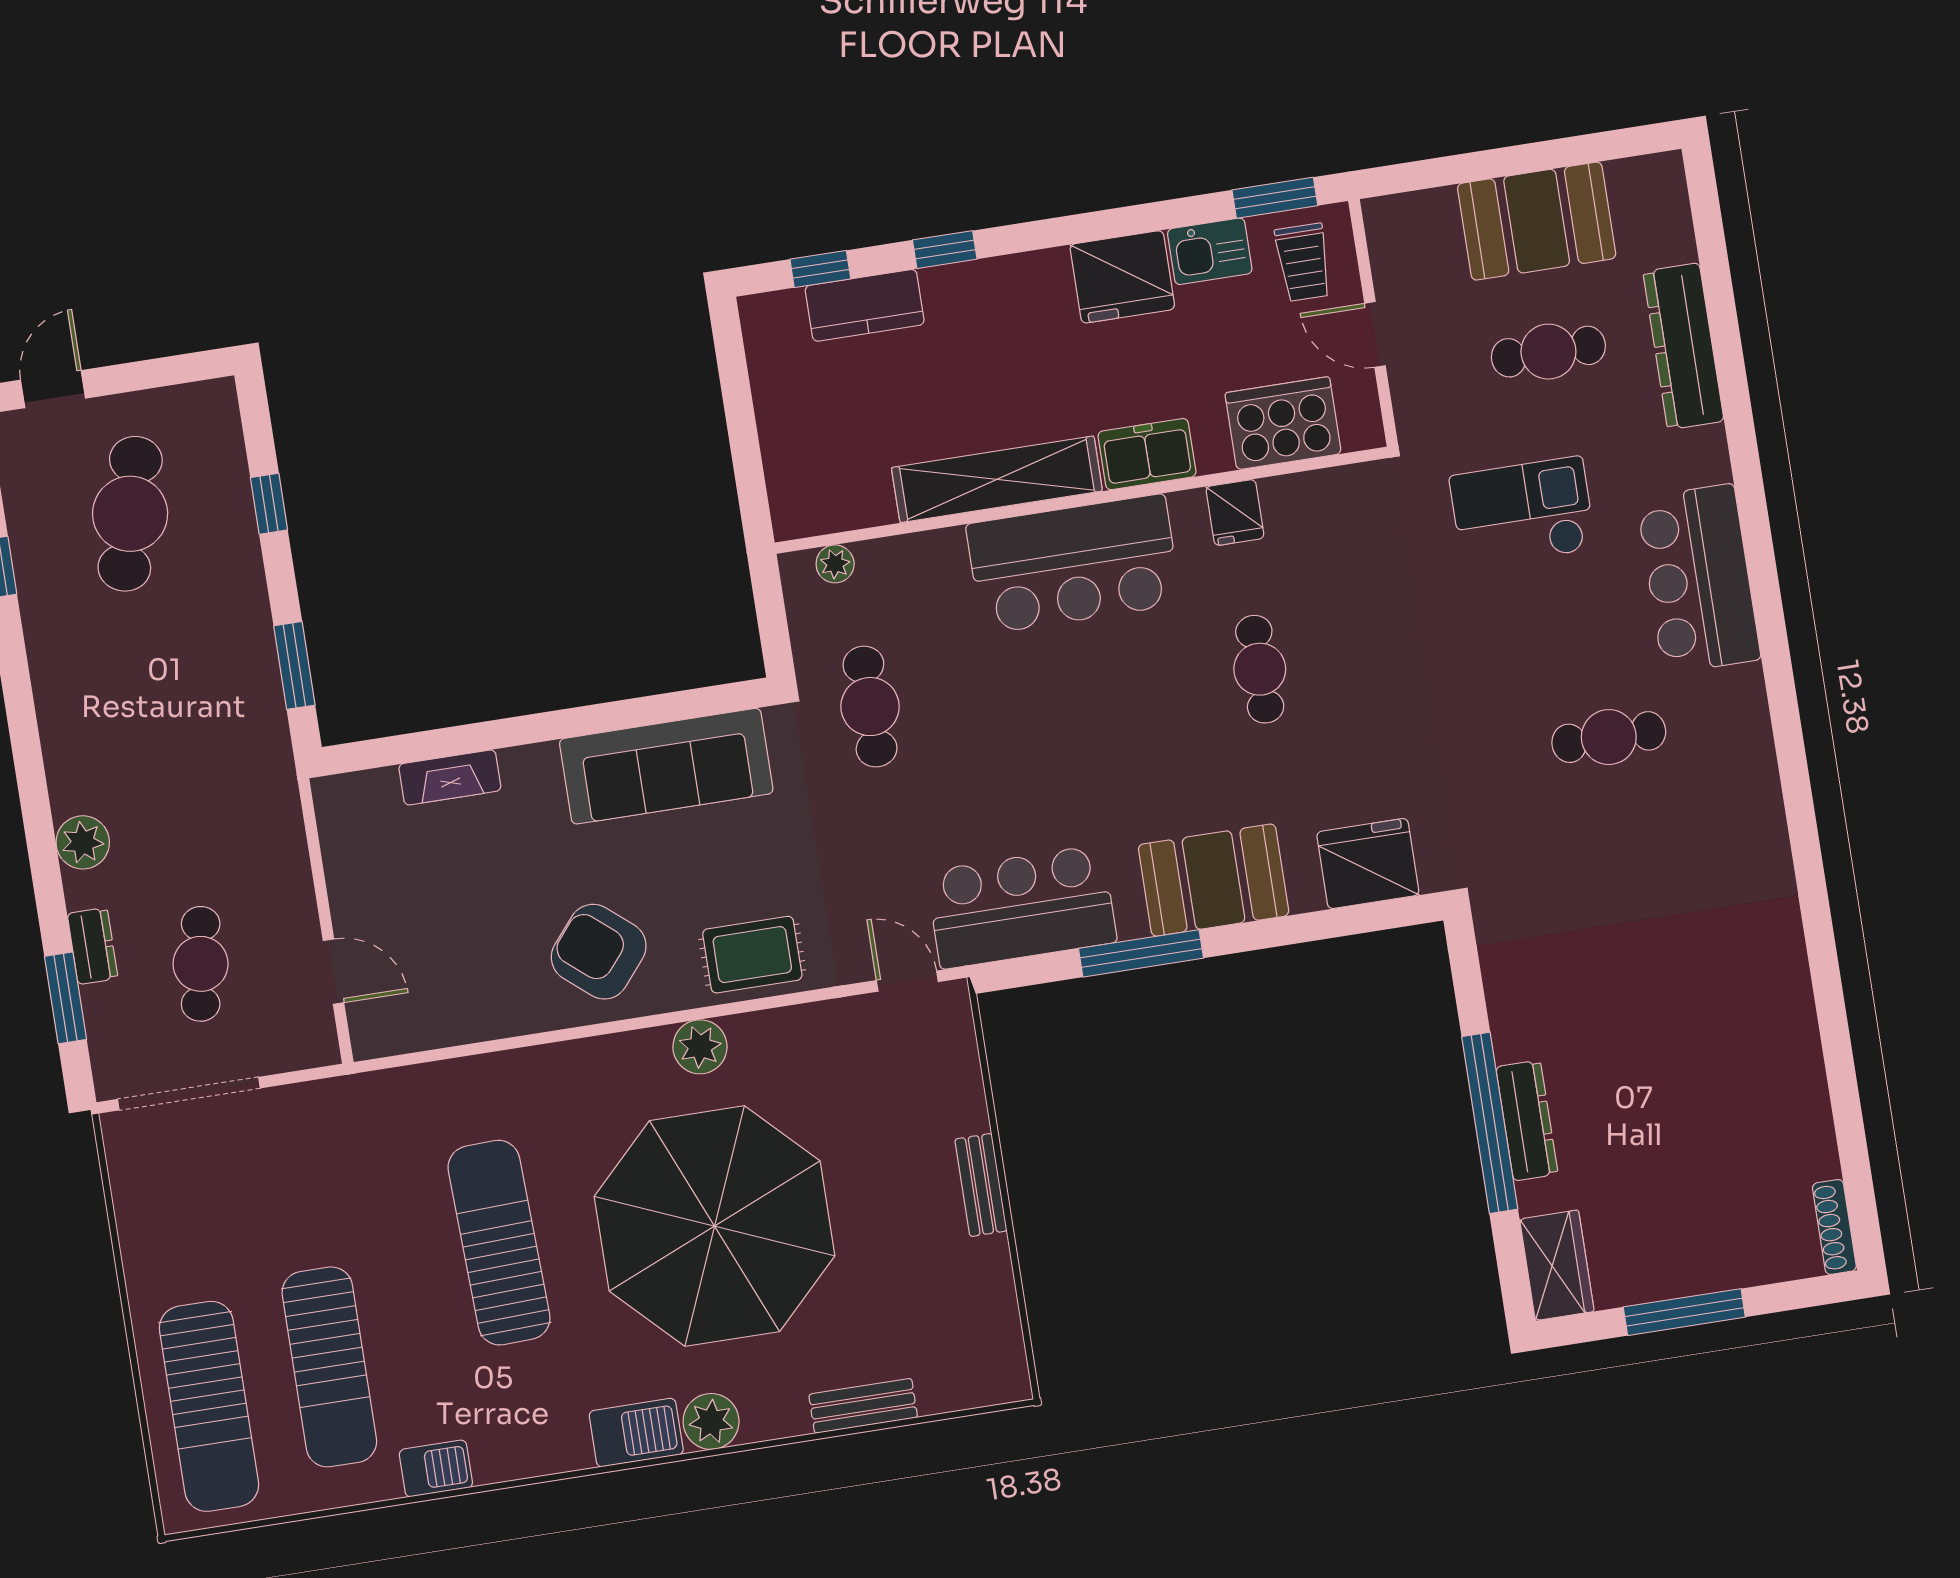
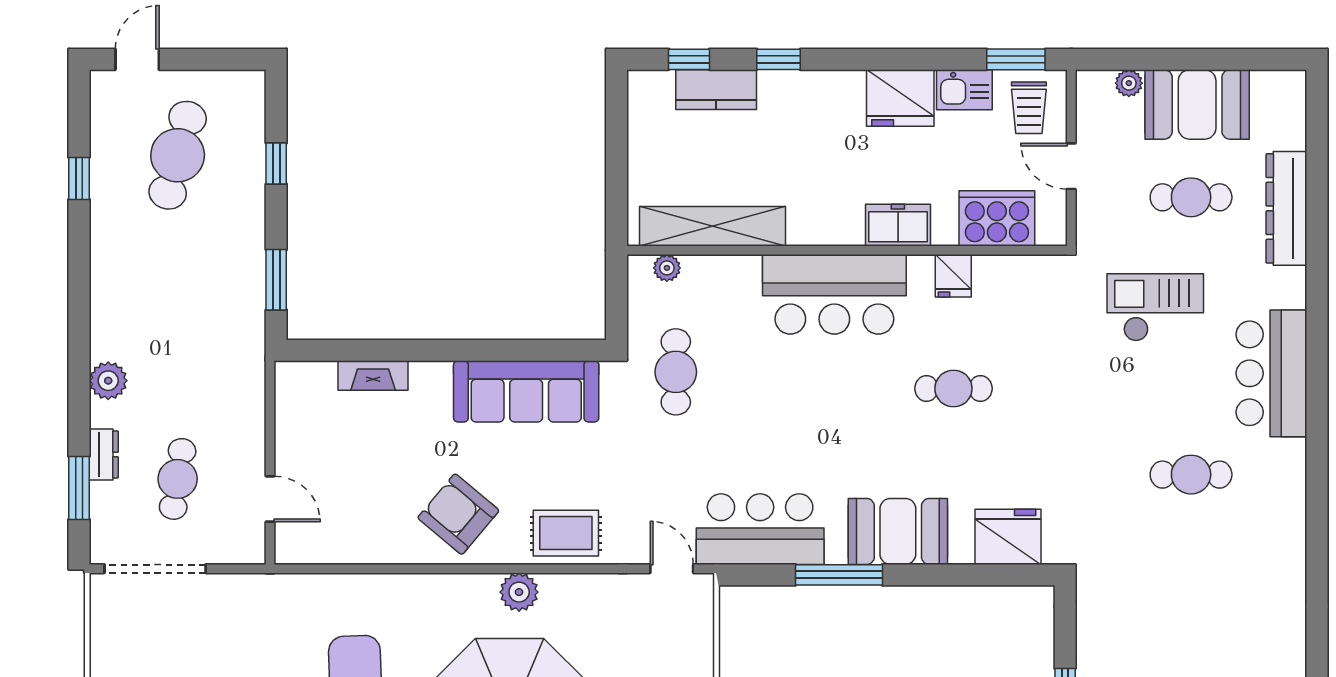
plant: (1437, 206) -> (1129, 83), added
shelving: (997, 479) -> (712, 226), moved
cafe table: (1260, 669) -> (953, 388), turned 90

